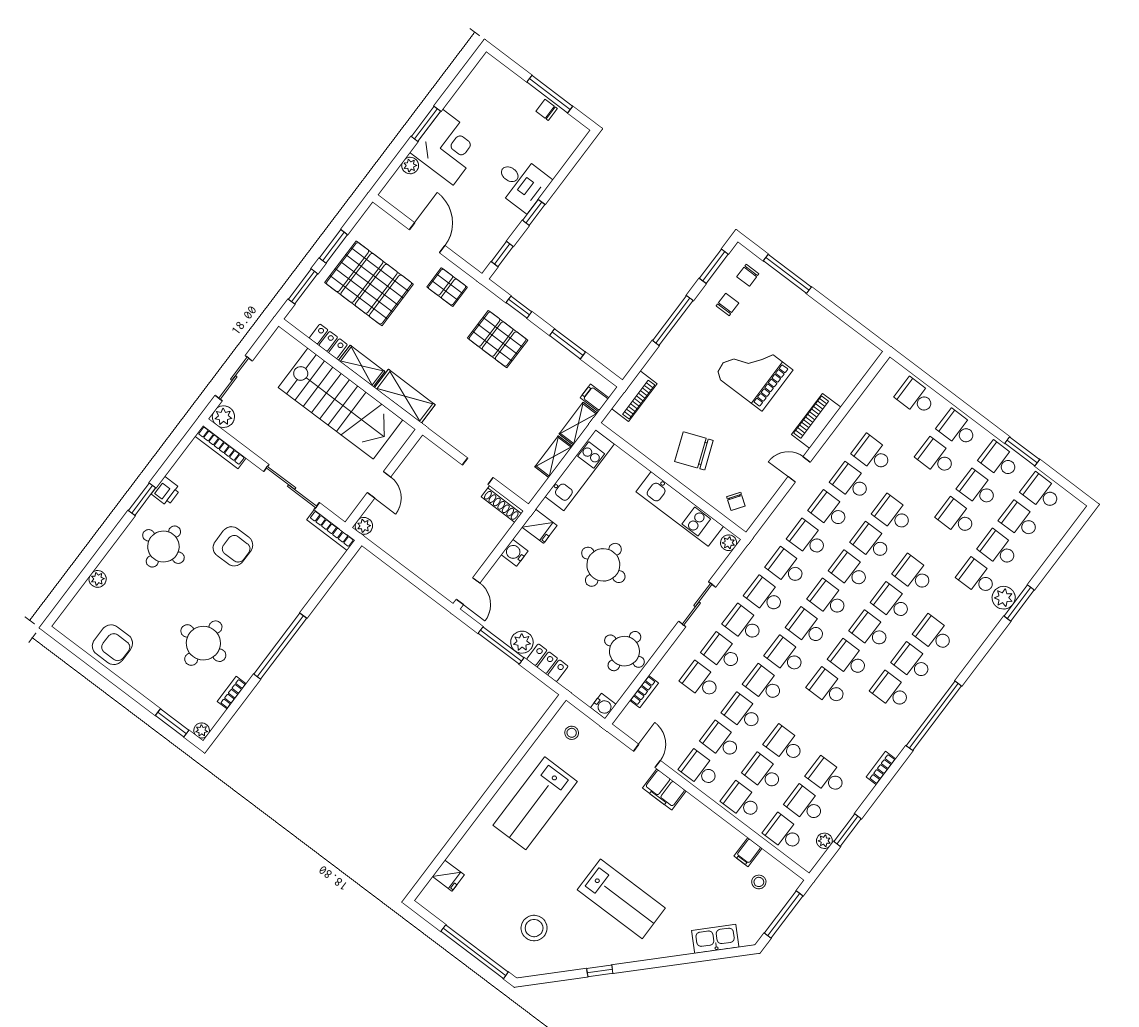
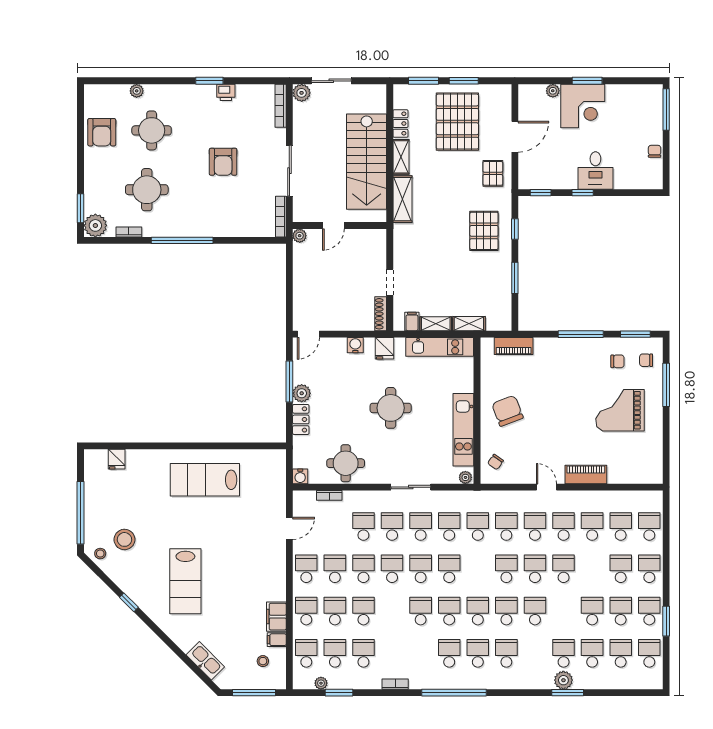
window: (550, 94) -> (666, 110), moved
grand piano: (754, 372) -> (620, 410), moved, turned -90
filing cabinet: (595, 398) -> (412, 322), moved
round table: (163, 547) -> (152, 130), moved
school desk: (829, 599) -> (621, 526), moved
plant: (202, 730) -> (95, 225), width x1.88, depth x1.88
stool: (572, 733) -> (100, 554), moved
filing cabinet: (664, 789) -> (276, 617), moved

